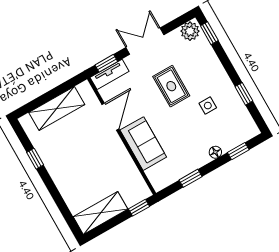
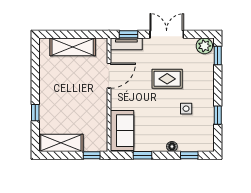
rug: (171, 86) -> (167, 79), turned 90
sofa: (143, 144) -> (122, 131), moved
window: (35, 159) -> (35, 113), moved

